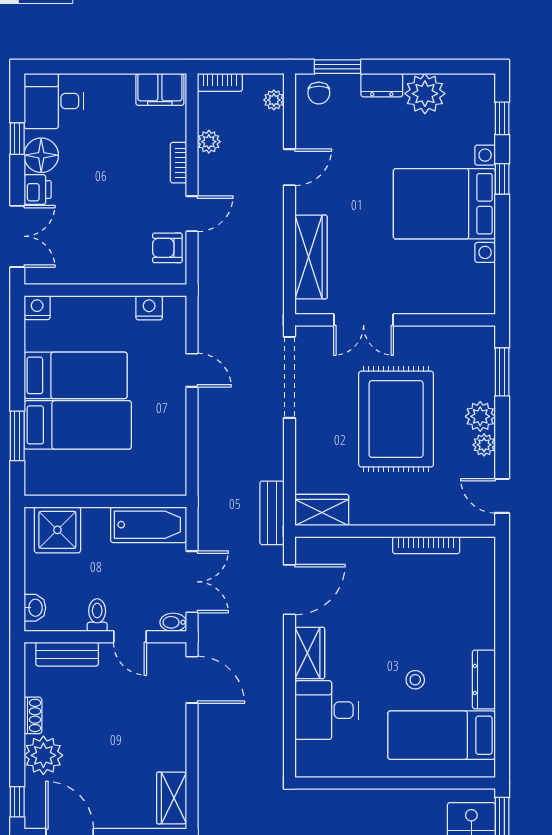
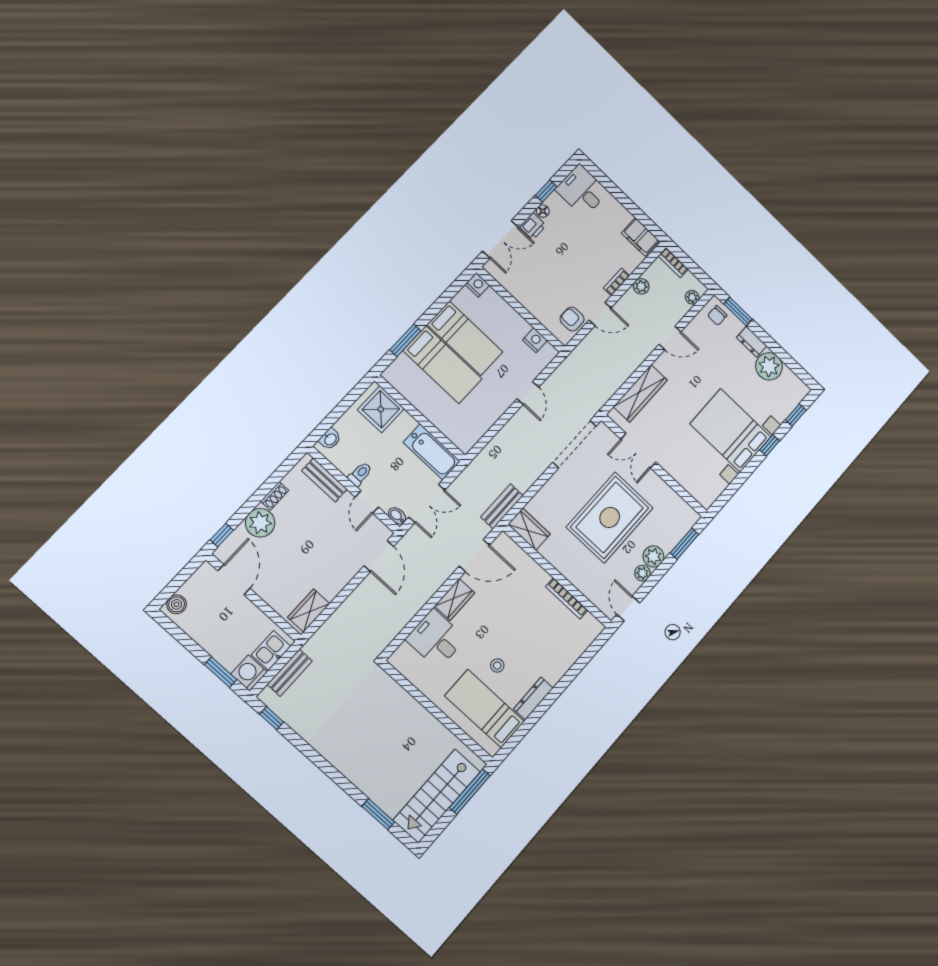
floor lamp: (41, 155) -> (543, 211), width x0.53, depth x0.53

